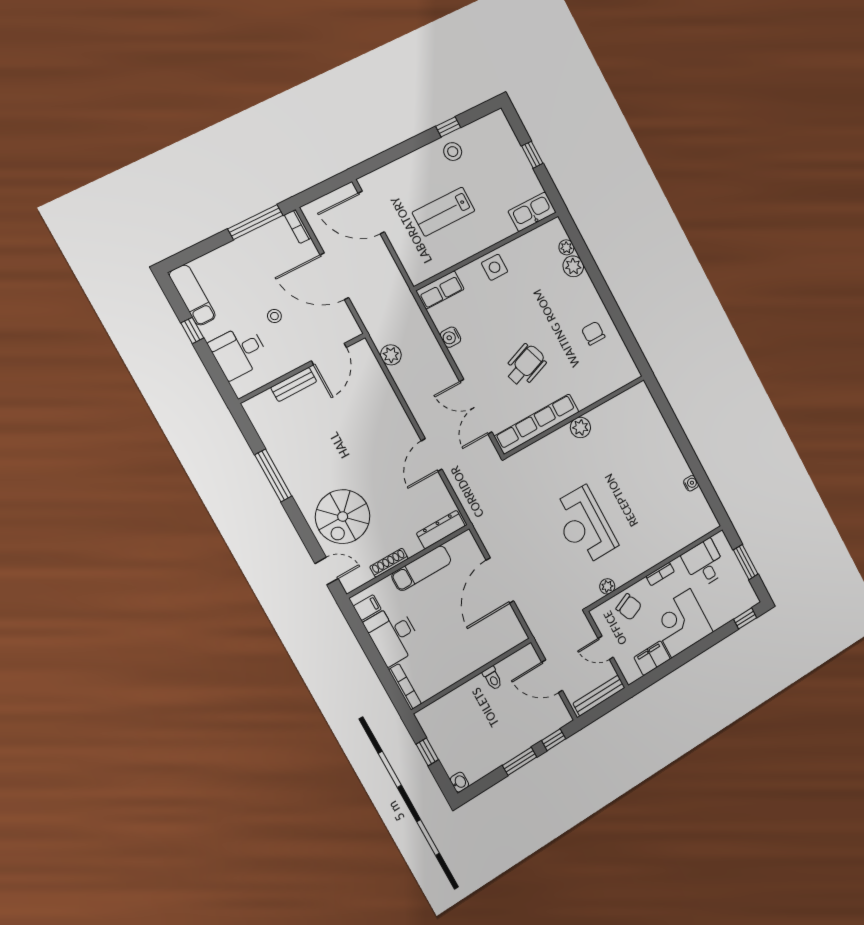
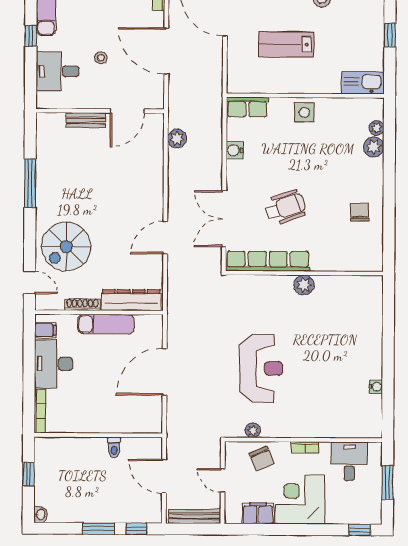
reception desk: (584, 526) -> (261, 368), turned 180
dresser: (441, 530) -> (131, 300), width x1.37, depth x1.24

